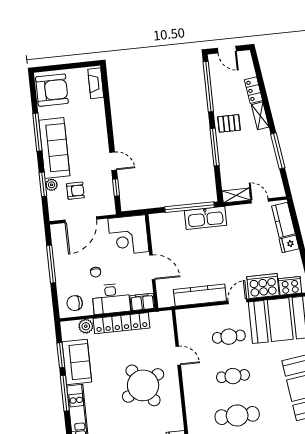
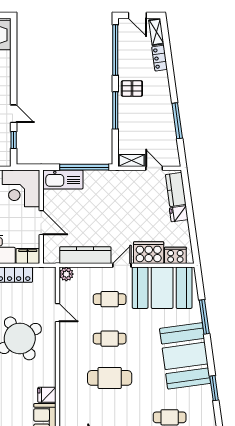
shelving: (260, 116) -> (156, 32), moved
kitchen sink: (206, 218) -> (63, 179), moved
plant: (183, 316) -> (66, 274), added

